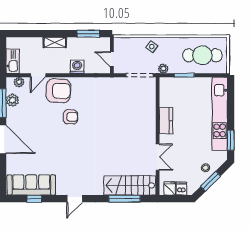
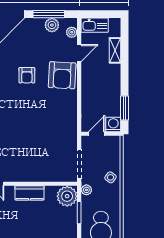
shelving: (55, 42) -> (115, 50), moved
washing machine: (77, 67) -> (113, 124), moved, turned -90
door: (38, 75) -> (79, 53), swing flipped
plant: (169, 86) -> (67, 196), added
armchair: (70, 117) -> (27, 75), moved

